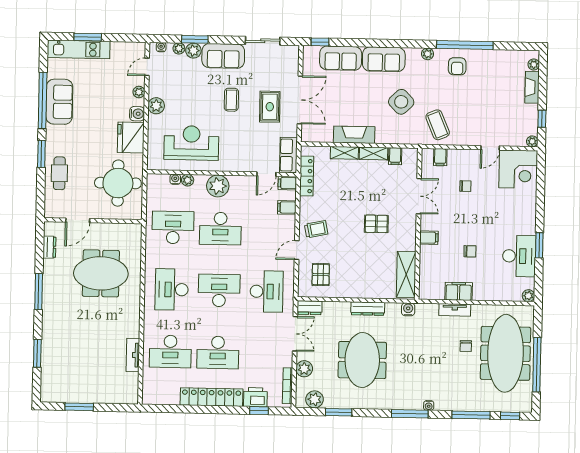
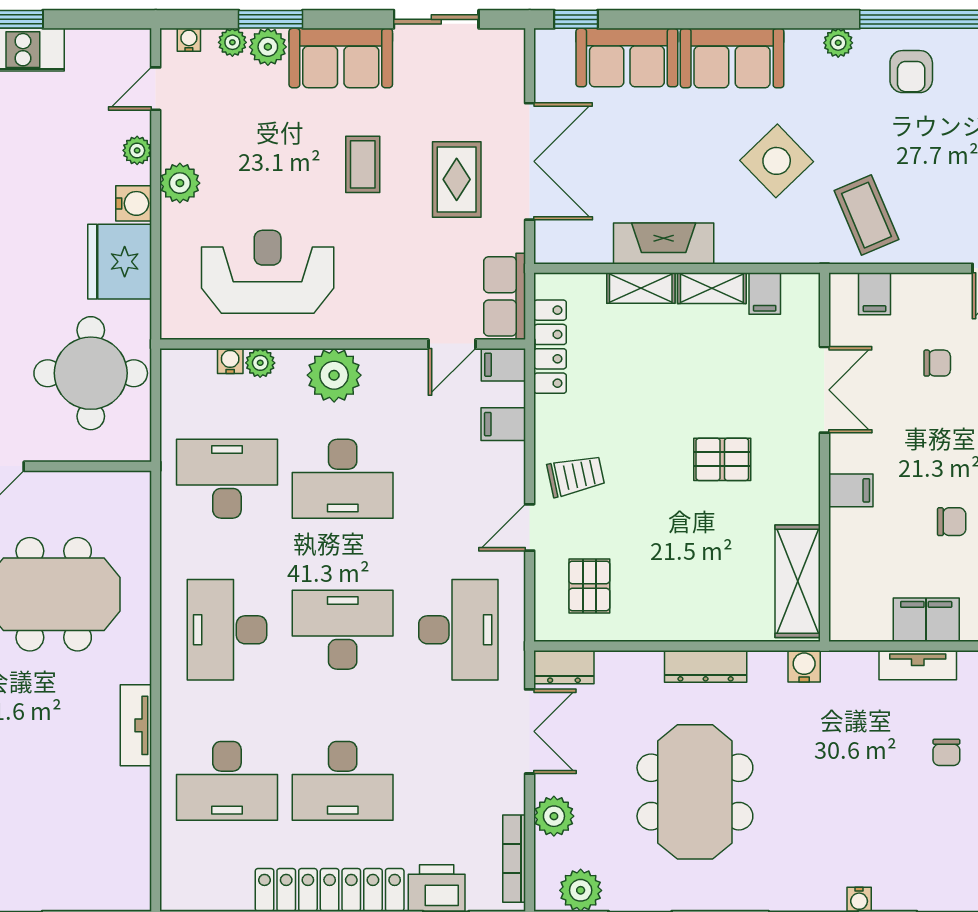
tv unit: (133, 355) -> (136, 725), moved

